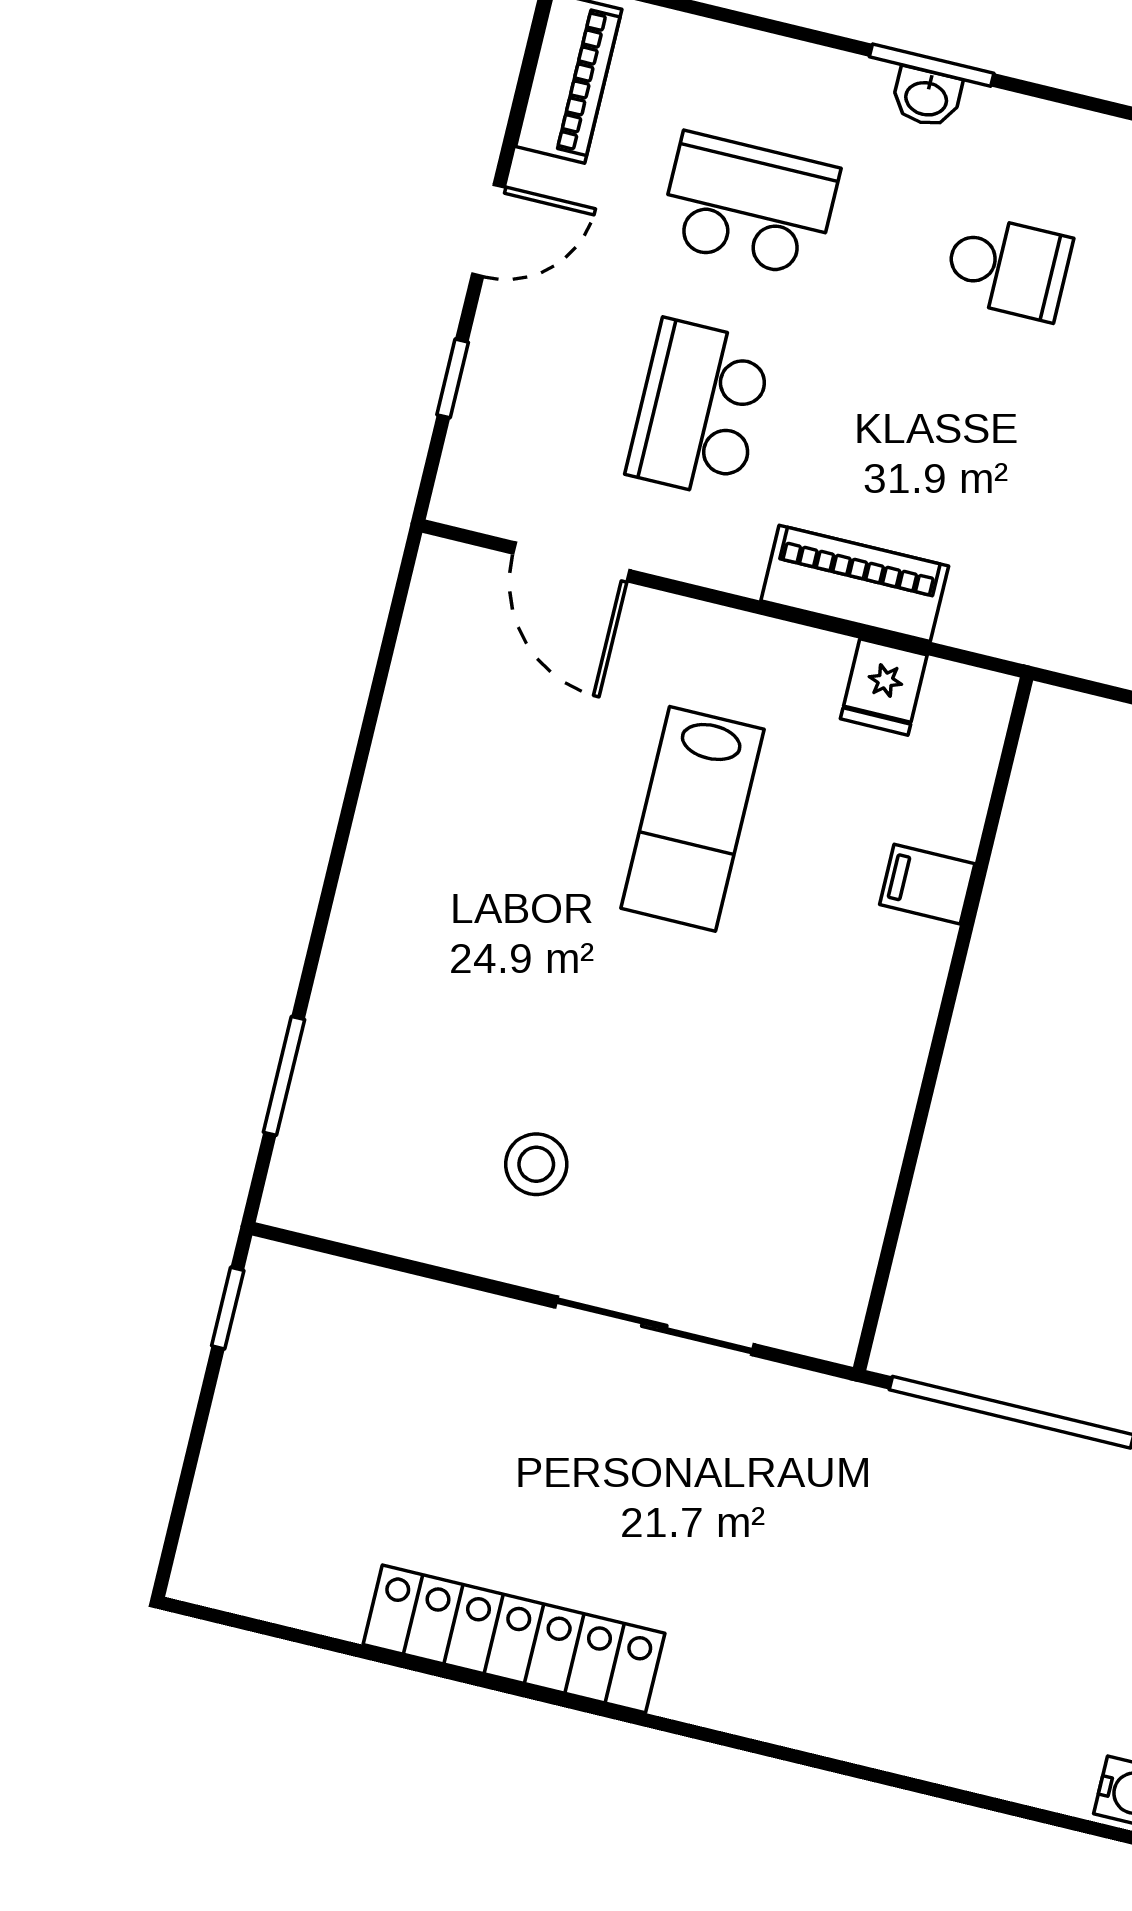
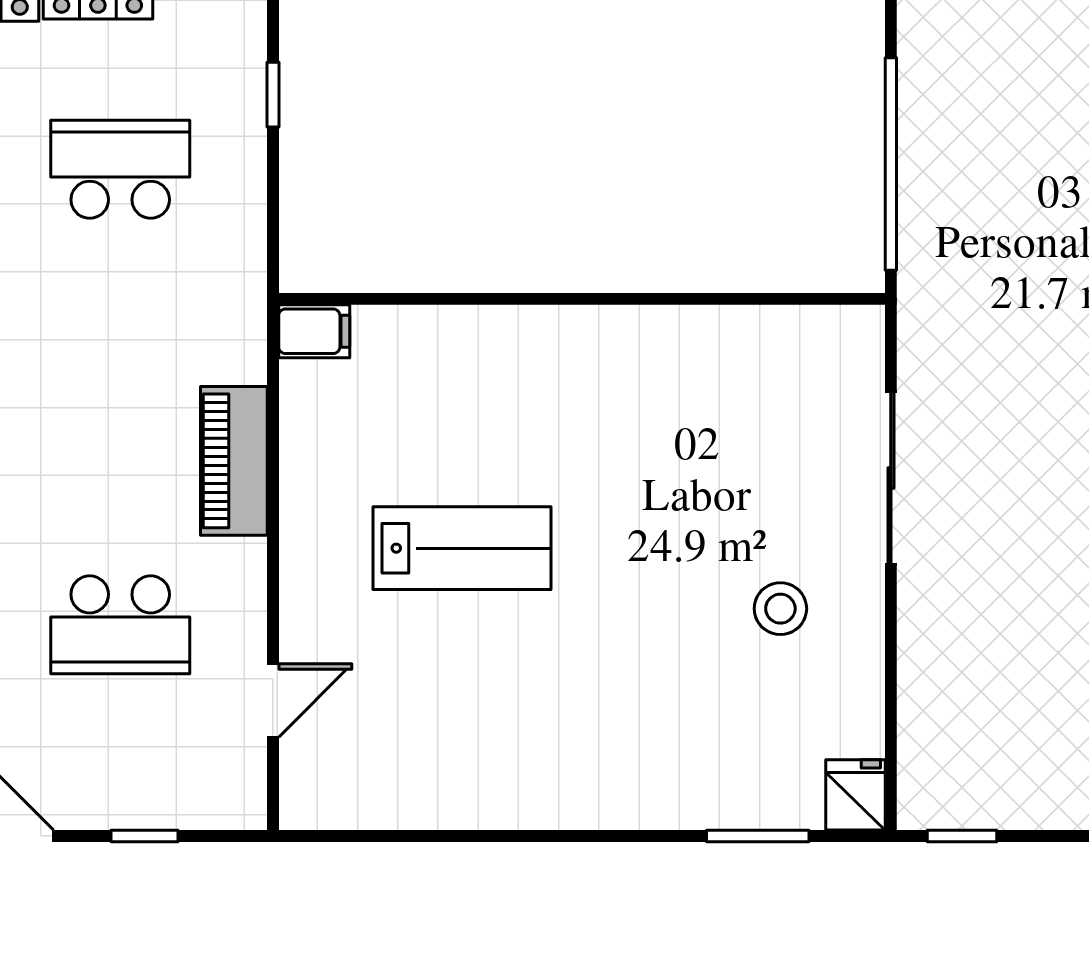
door: (571, 562) -> (273, 701), width x0.73
fridge: (884, 687) -> (856, 795), moved, turned -90
filing cabinet: (927, 884) -> (314, 331), moved, turned -90

